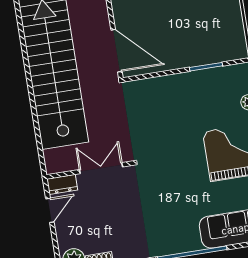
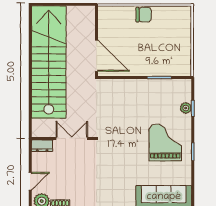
door: (50, 210) -> (30, 181), moved

